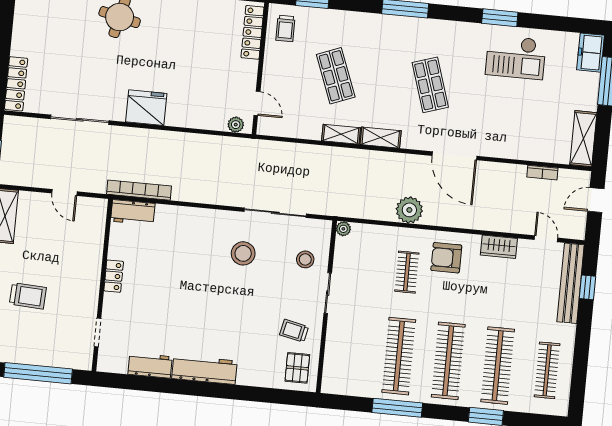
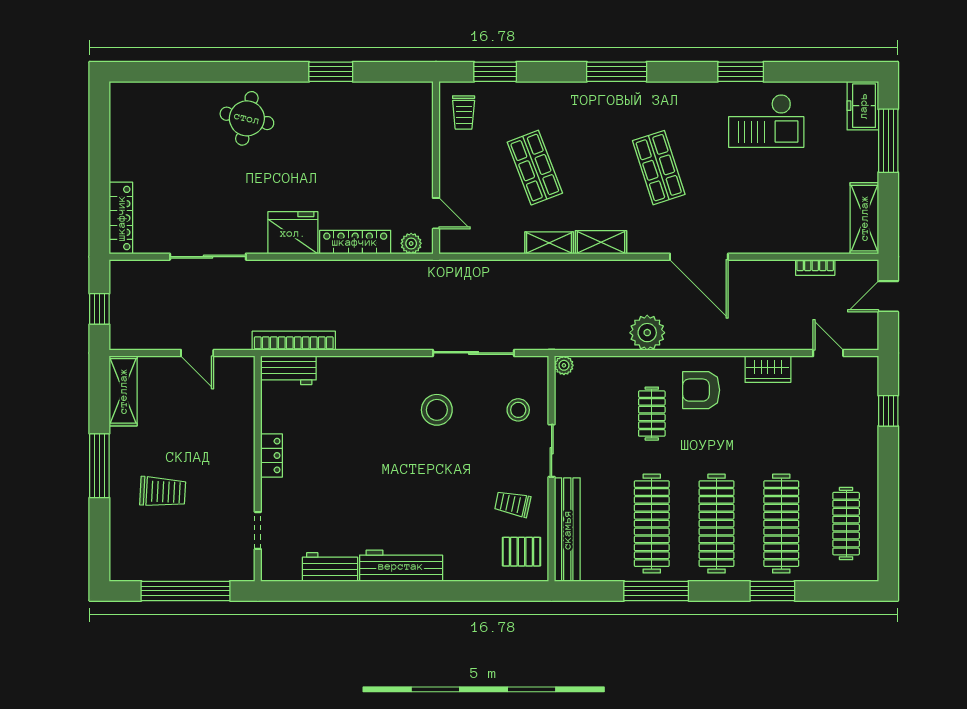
locker: (252, 32) -> (355, 242), moved, turned 90
bench: (571, 283) -> (567, 530), moved
pallet: (297, 368) -> (521, 552), turned 90

